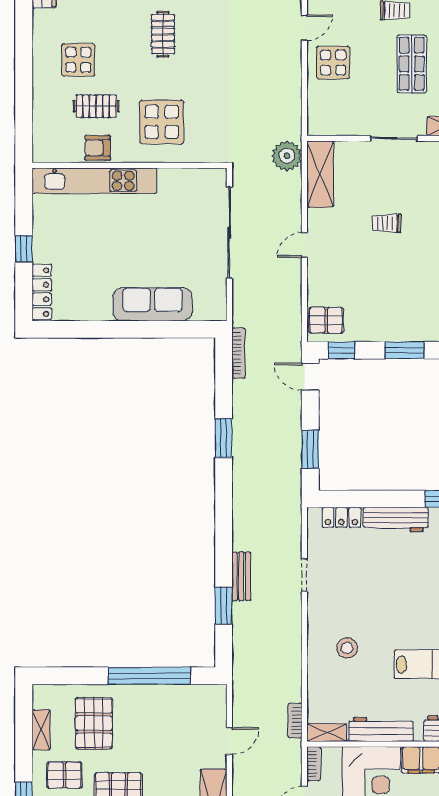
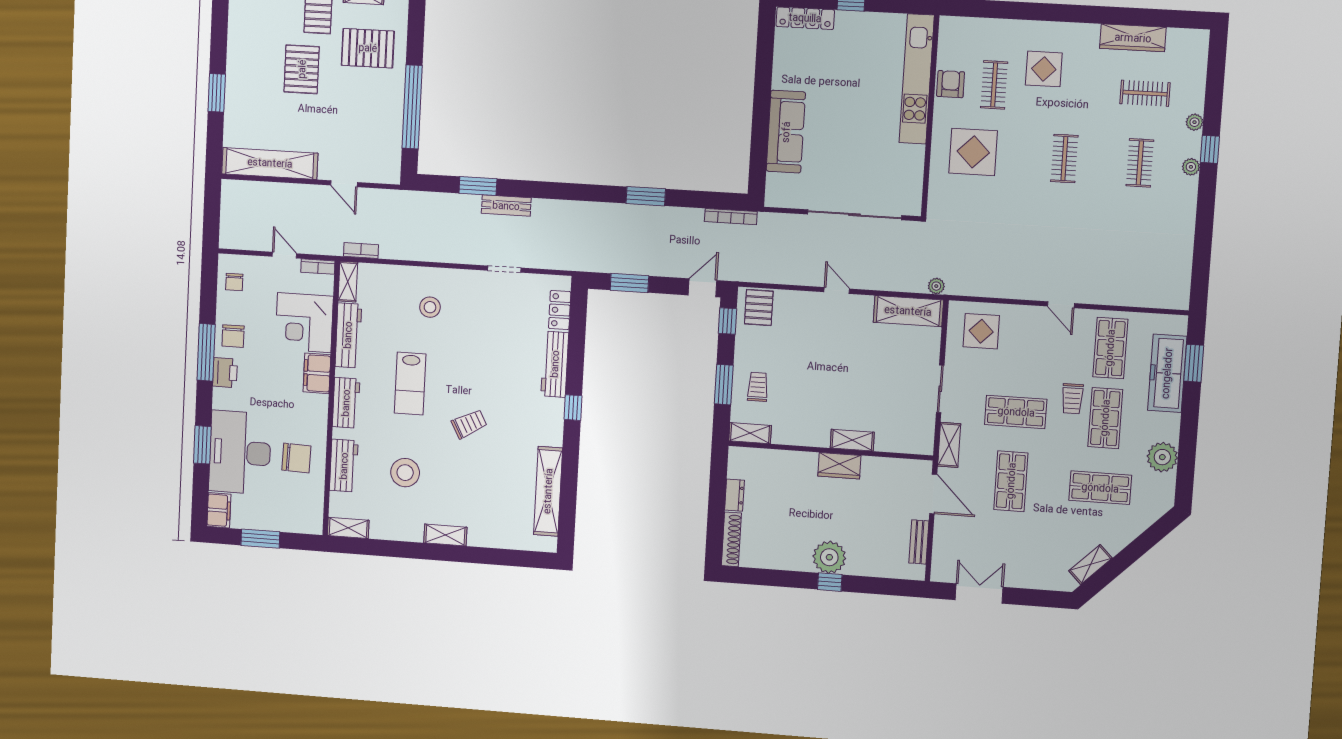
clothes rail: (163, 34) -> (1064, 159), turned 90
display table: (333, 63) -> (981, 331), moved
plant: (287, 156) -> (936, 286), width x0.53, depth x0.53
trolley: (387, 223) -> (758, 387), moved

